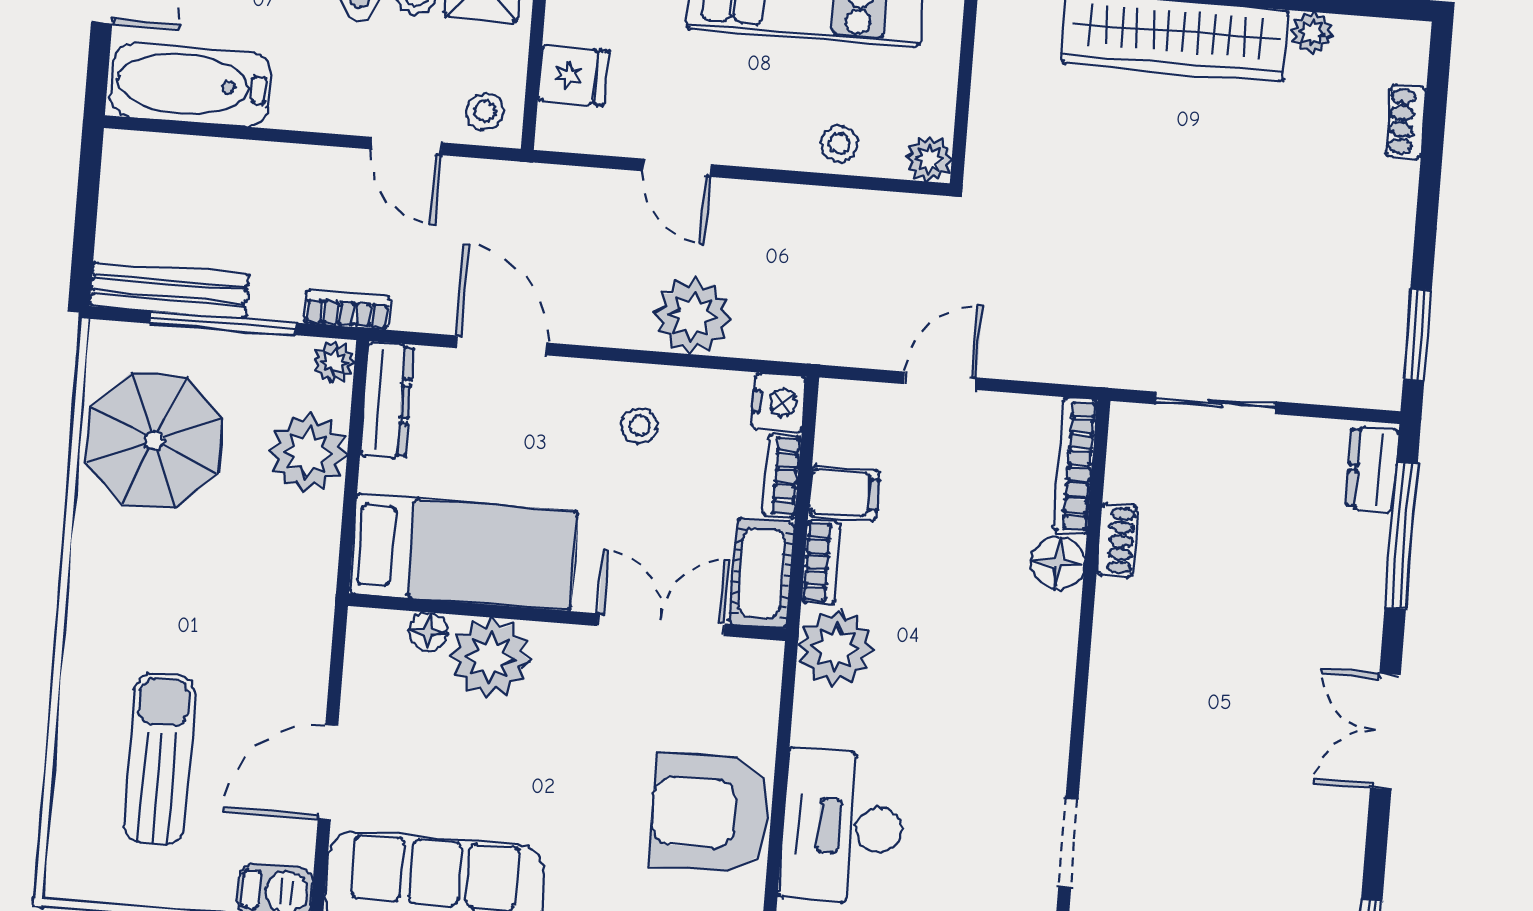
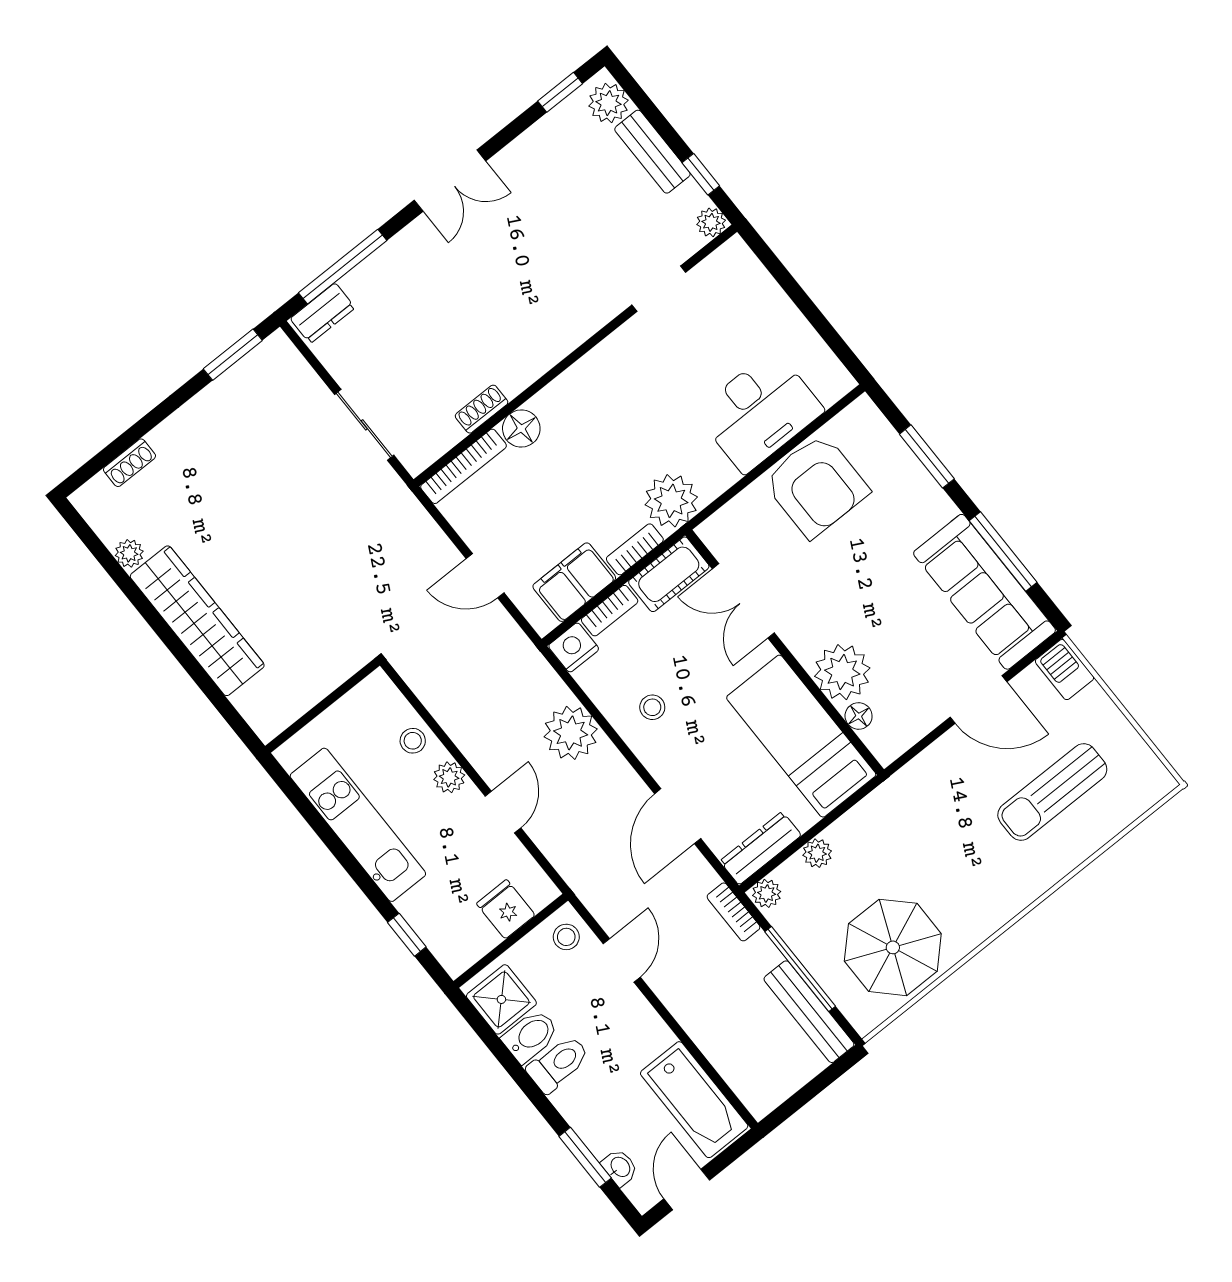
plant: (929, 159) -> (449, 777), moved
plant: (308, 453) -> (817, 853), width x0.53, depth x0.53
filing cabinet: (844, 493) -> (574, 582), width x2.00

